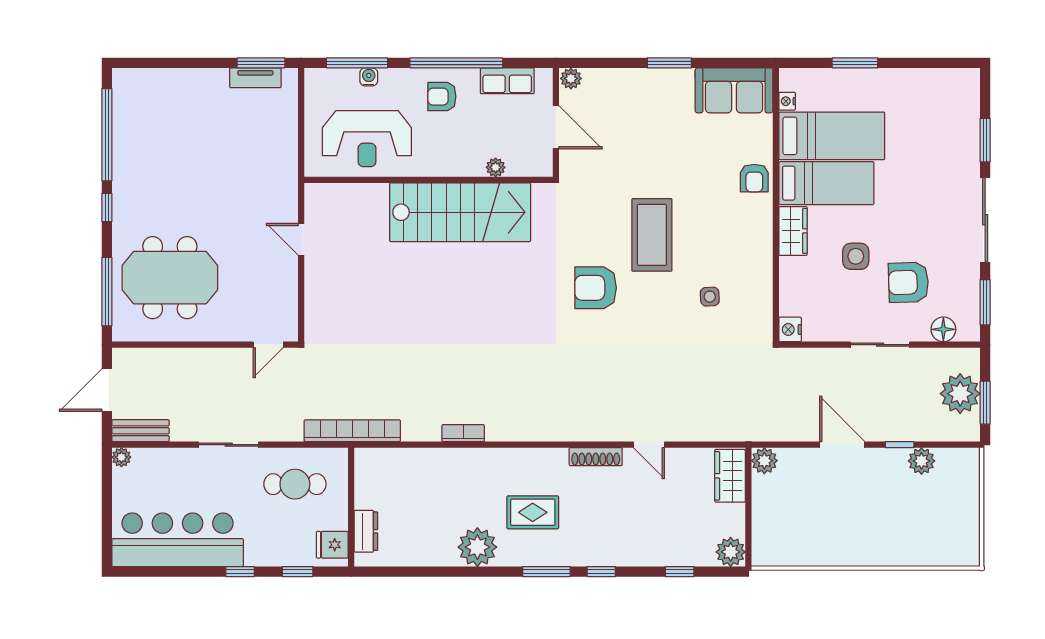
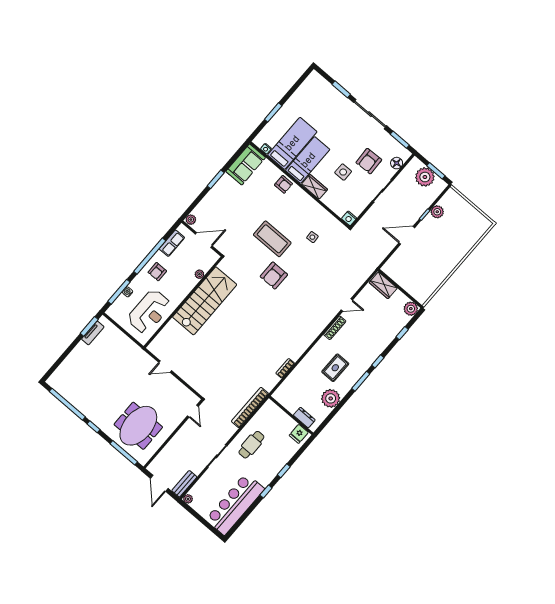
plant: (764, 461) -> (388, 268), removed
wall: (351, 507) -> (291, 415), moved
dresser: (366, 531) -> (304, 417), moved
fridge: (332, 545) -> (299, 434), moved

